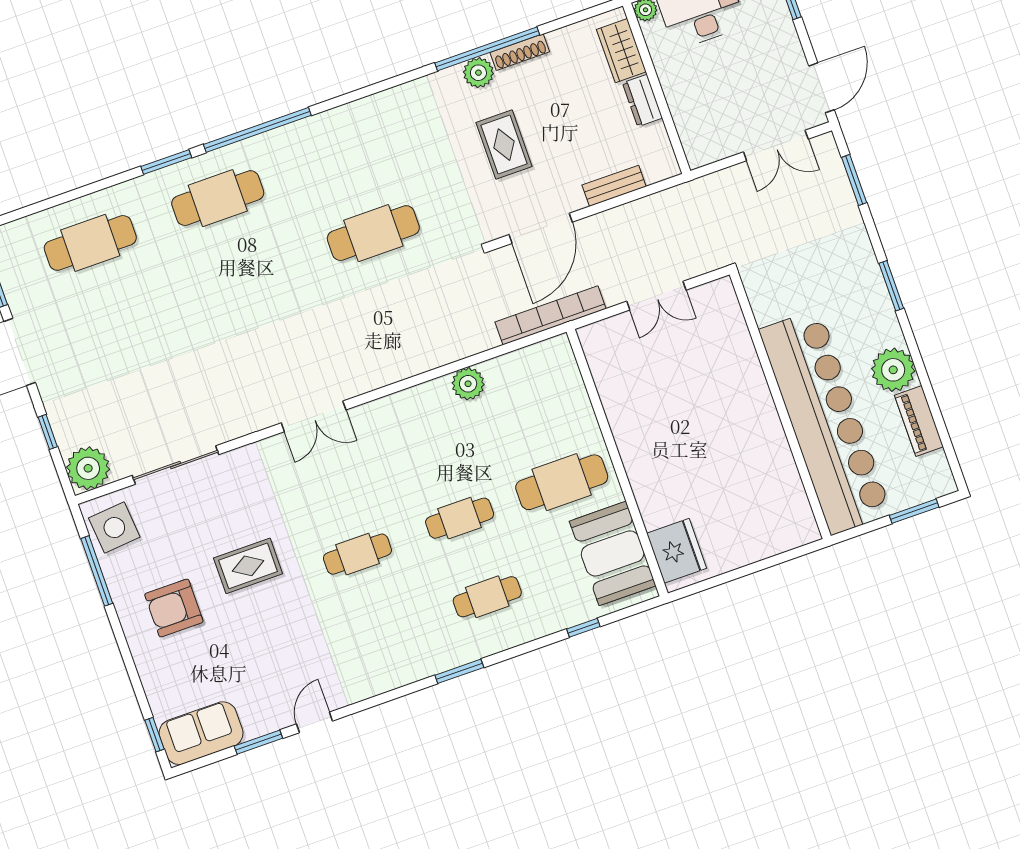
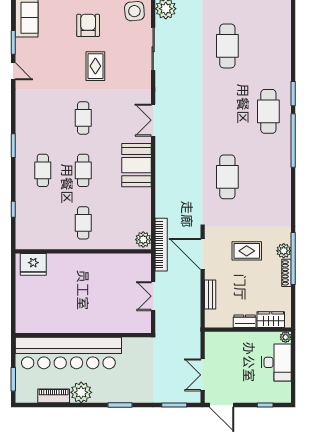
cafe table: (90, 243) -> (227, 46), moved
plant: (468, 384) -> (143, 240), moved
cafe table: (562, 482) -> (83, 223), width x0.73, depth x0.74
booth: (613, 553) -> (136, 165), moved, turned 90

